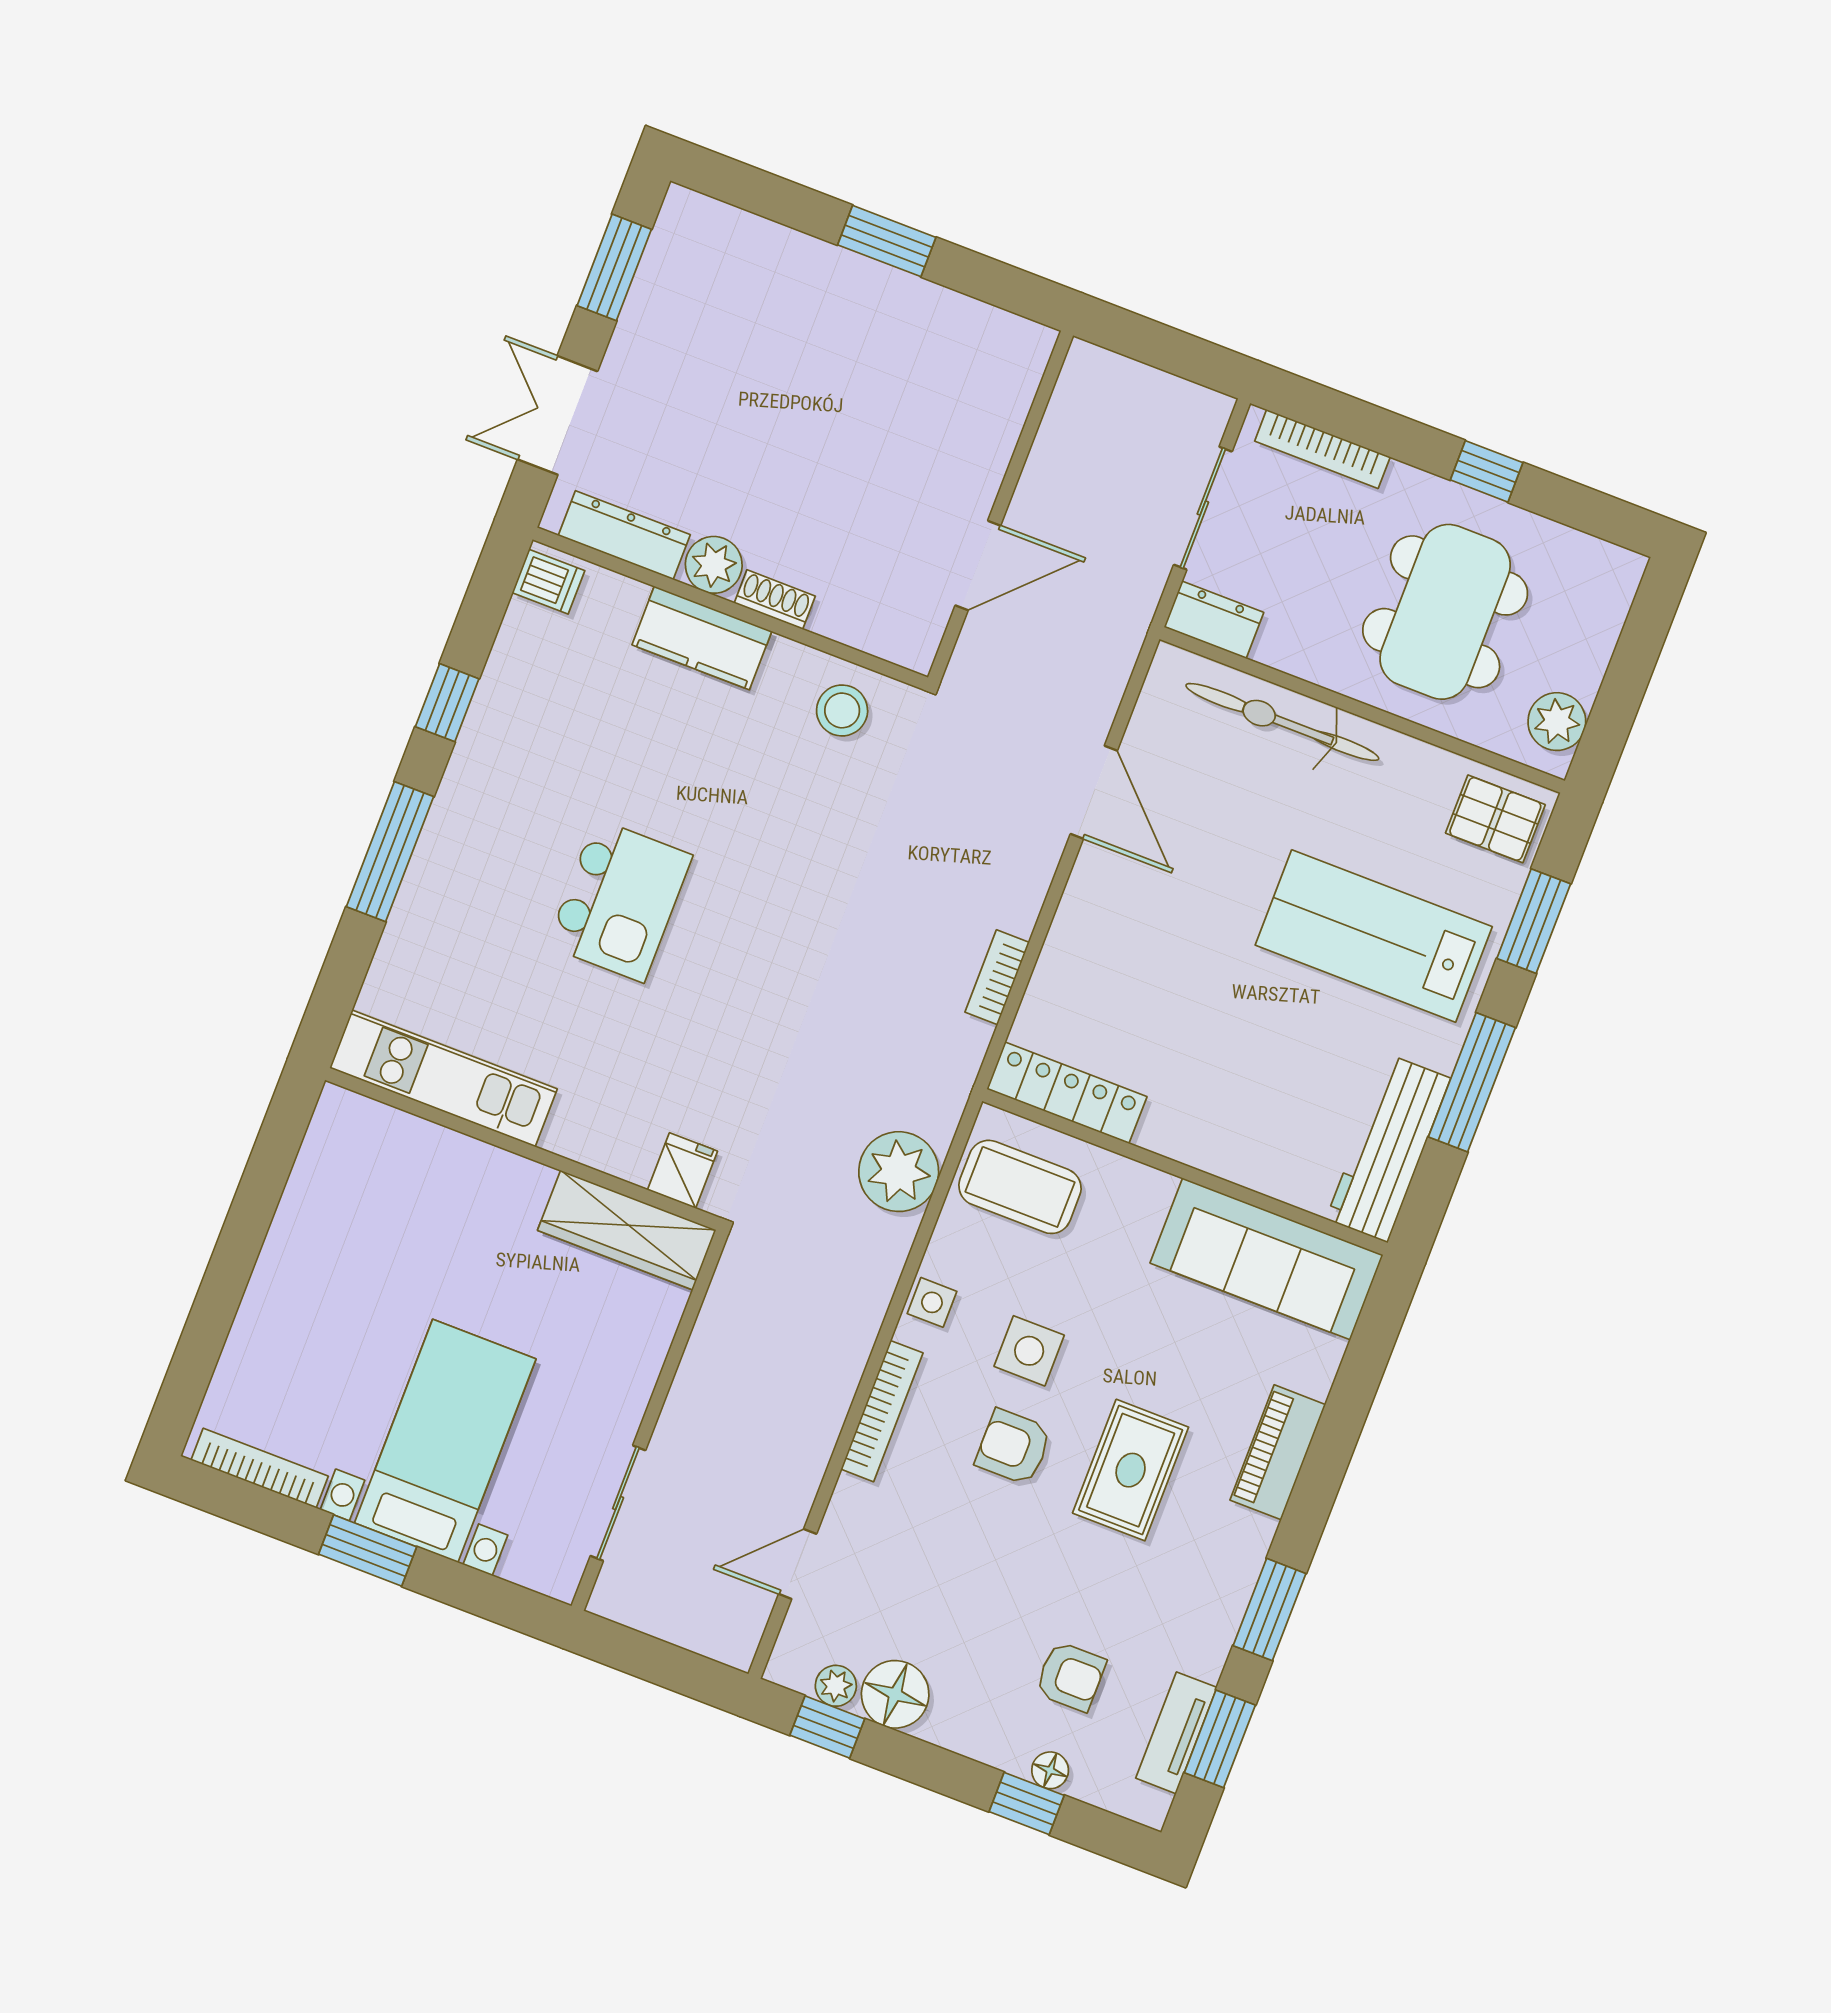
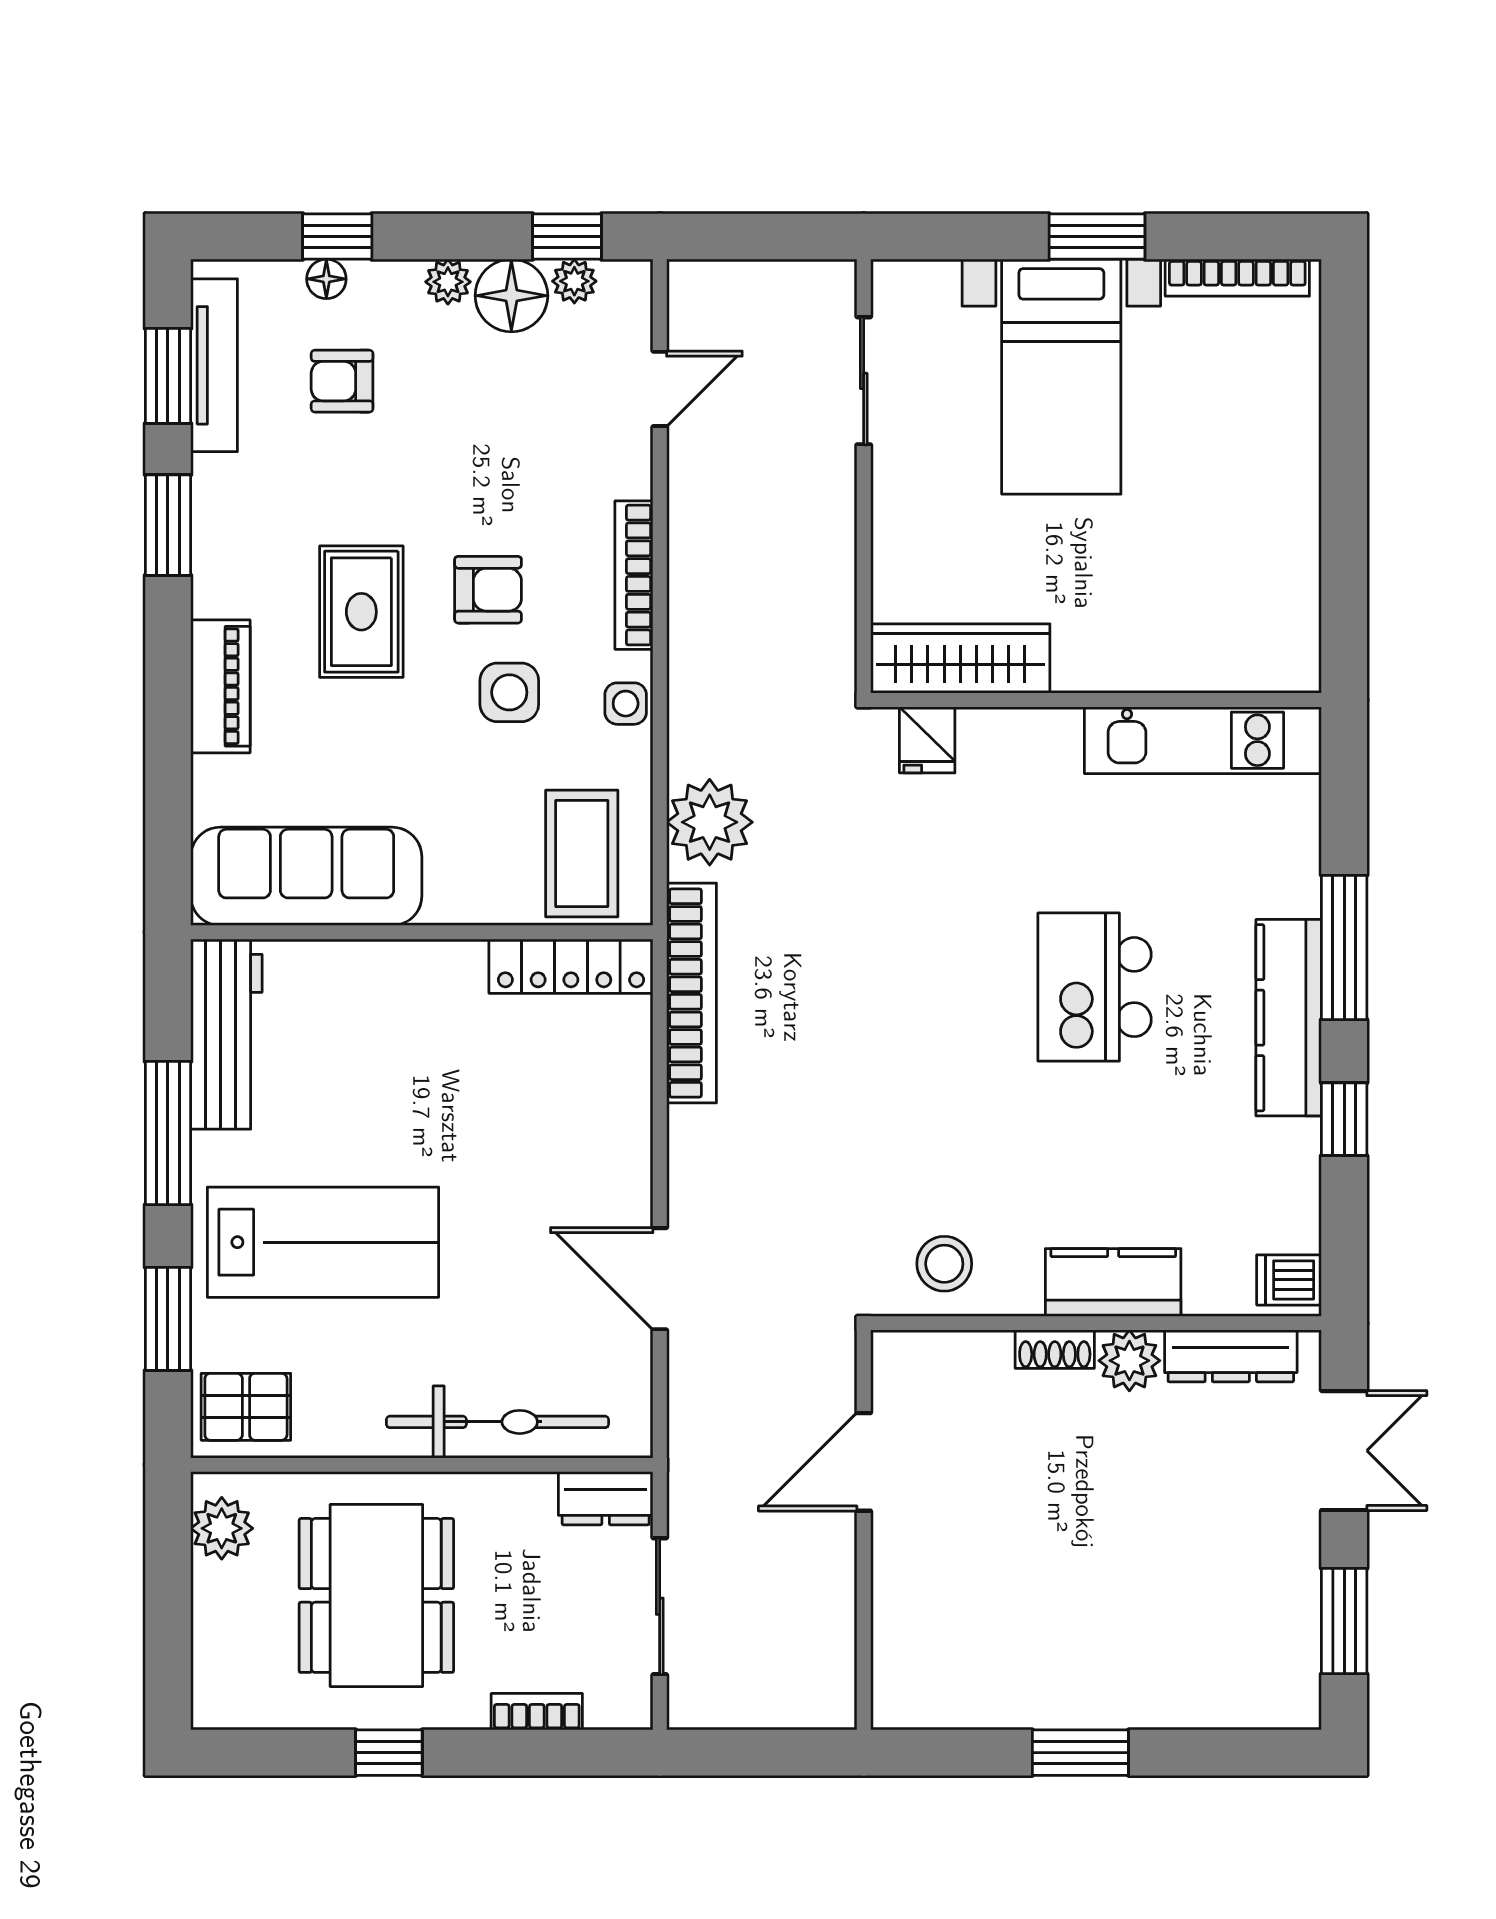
bookcase: (1322, 449) -> (537, 1712), width x0.64
kitchen counter: (461, 809) -> (1289, 1018), added
bookcase: (997, 977) -> (691, 993), width x2.31, depth x1.31
coffee table: (1020, 1187) -> (582, 854), turned 90
plant: (946, 1727) -> (448, 282), added
tv unit: (1176, 1733) -> (214, 365), width x1.41

